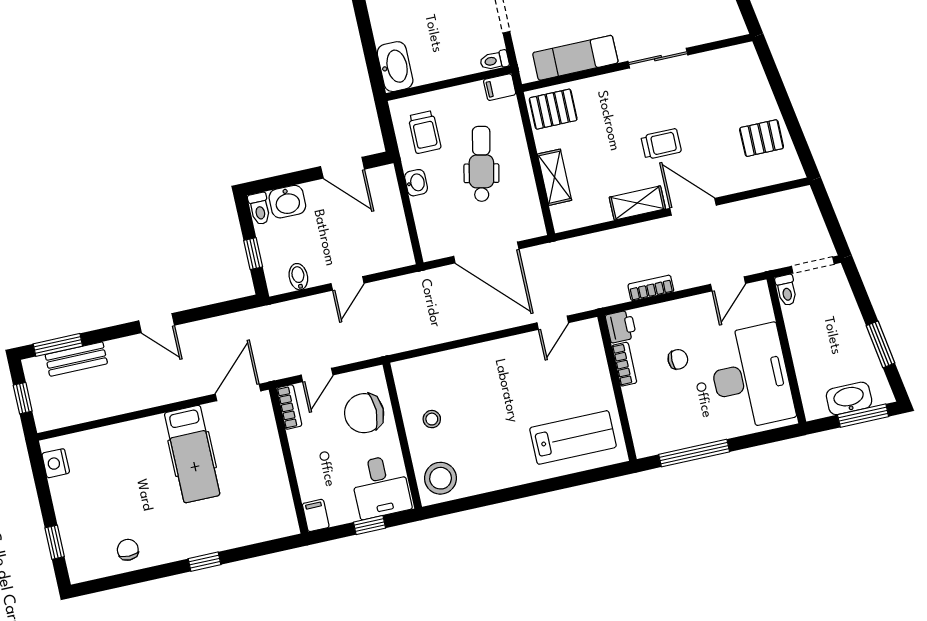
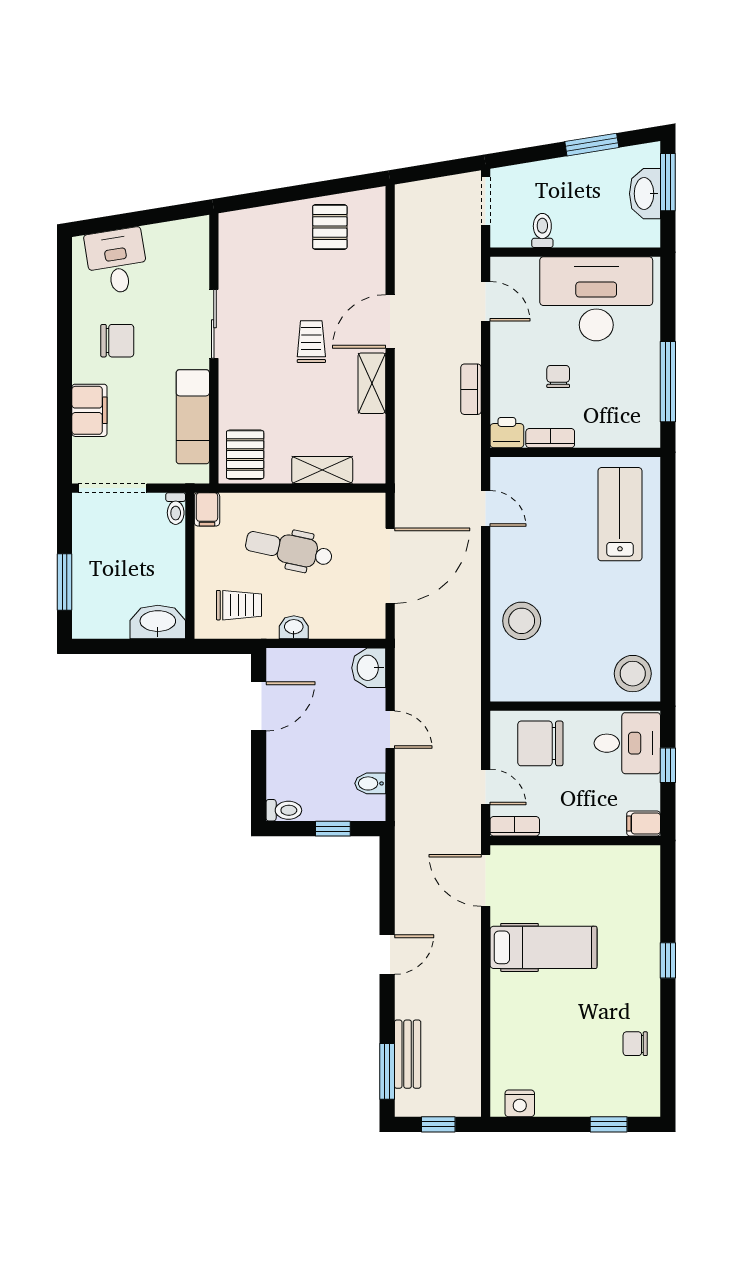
washbasin: (287, 202) -> (369, 668), moved, turned 180
toilet: (786, 290) -> (542, 230), moved, turned -90
chair: (364, 413) -> (540, 743), turned 90
stool: (432, 419) -> (522, 621), moved, width x1.89, depth x1.89

